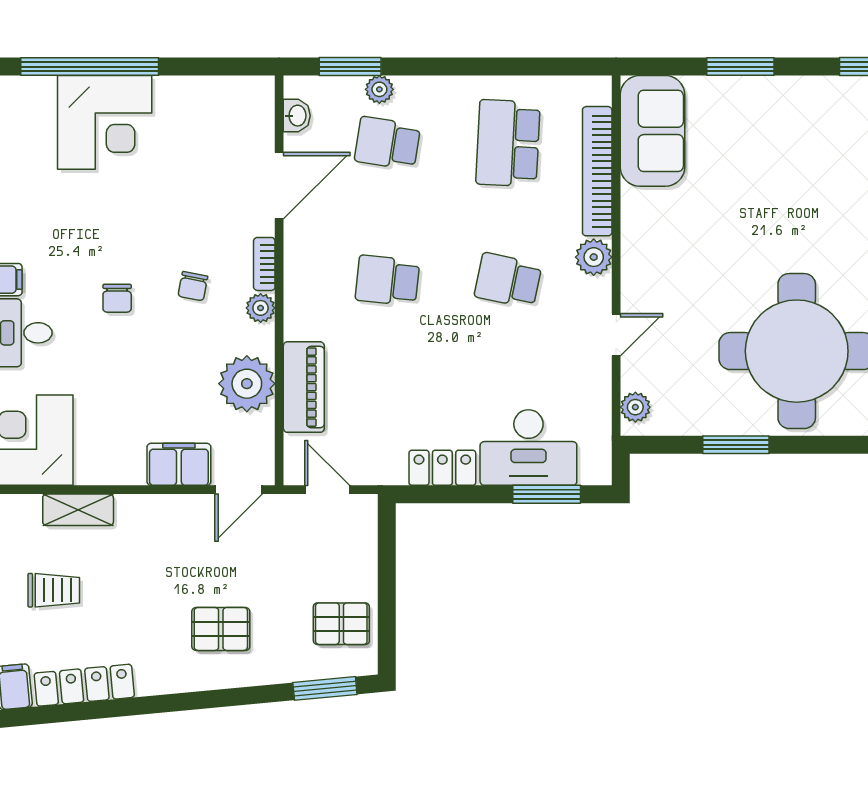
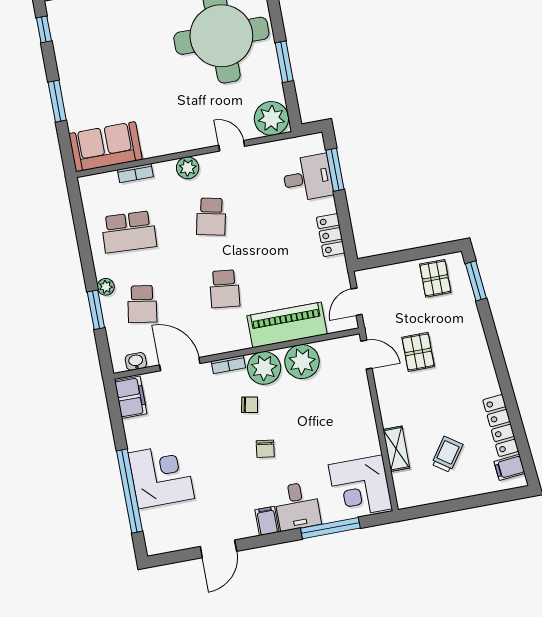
window: (350, 67) -> (96, 310), moved
plant: (379, 89) -> (106, 287), moved
bookcase: (597, 171) -> (135, 173), width x0.43, depth x0.76
chair: (117, 298) -> (265, 449), turned 98
plant: (261, 308) -> (264, 368), width x1.88, depth x1.88
piano: (304, 387) -> (287, 325), width x1.37, depth x1.33
plant: (635, 407) -> (271, 118), width x1.87, depth x1.87
desk: (528, 448) -> (308, 178), width x0.73
filing cabinet: (179, 464) -> (131, 397), moved, turned 180
trolley: (54, 590) -> (447, 454), turned 35
pallet: (221, 629) -> (418, 352), moved

